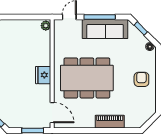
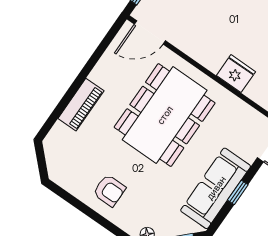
window: (100, 17) -> (238, 192), width x0.46
fridge: (43, 75) -> (236, 74), moved

